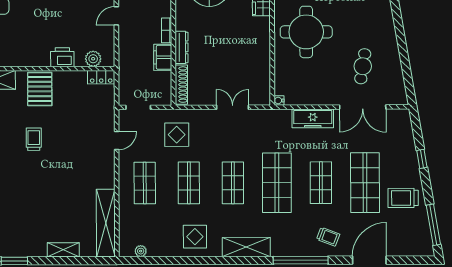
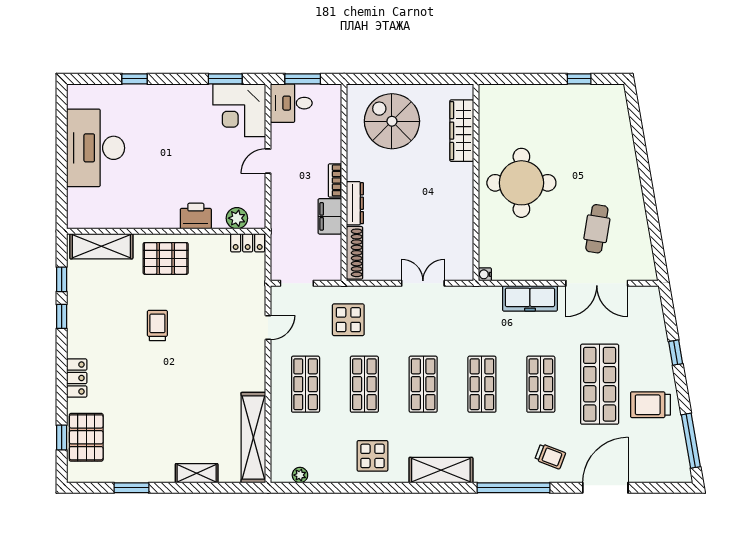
pallet: (40, 89) -> (166, 258), turned 90
shop shelf: (277, 183) -> (482, 384), width x0.70, depth x0.74

